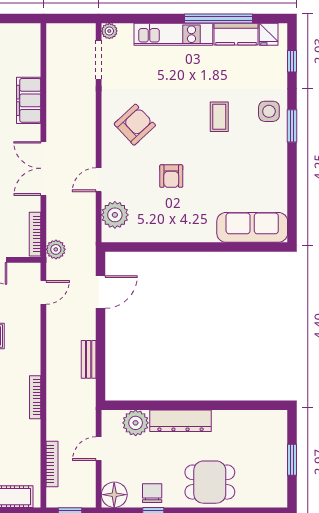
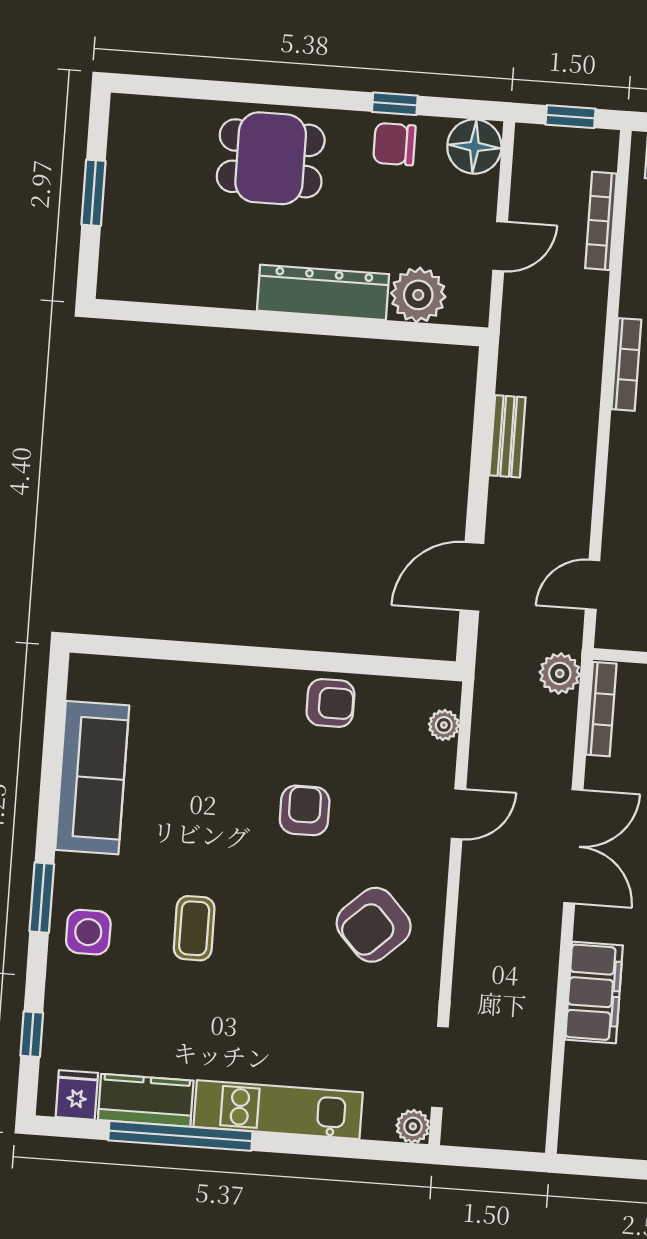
plant: (115, 215) -> (444, 725), width x0.53, depth x0.53
sofa: (252, 227) -> (92, 778), moved, turned -90
armchair: (163, 228) -> (330, 703), added
chair: (152, 493) -> (394, 144), turned 90

